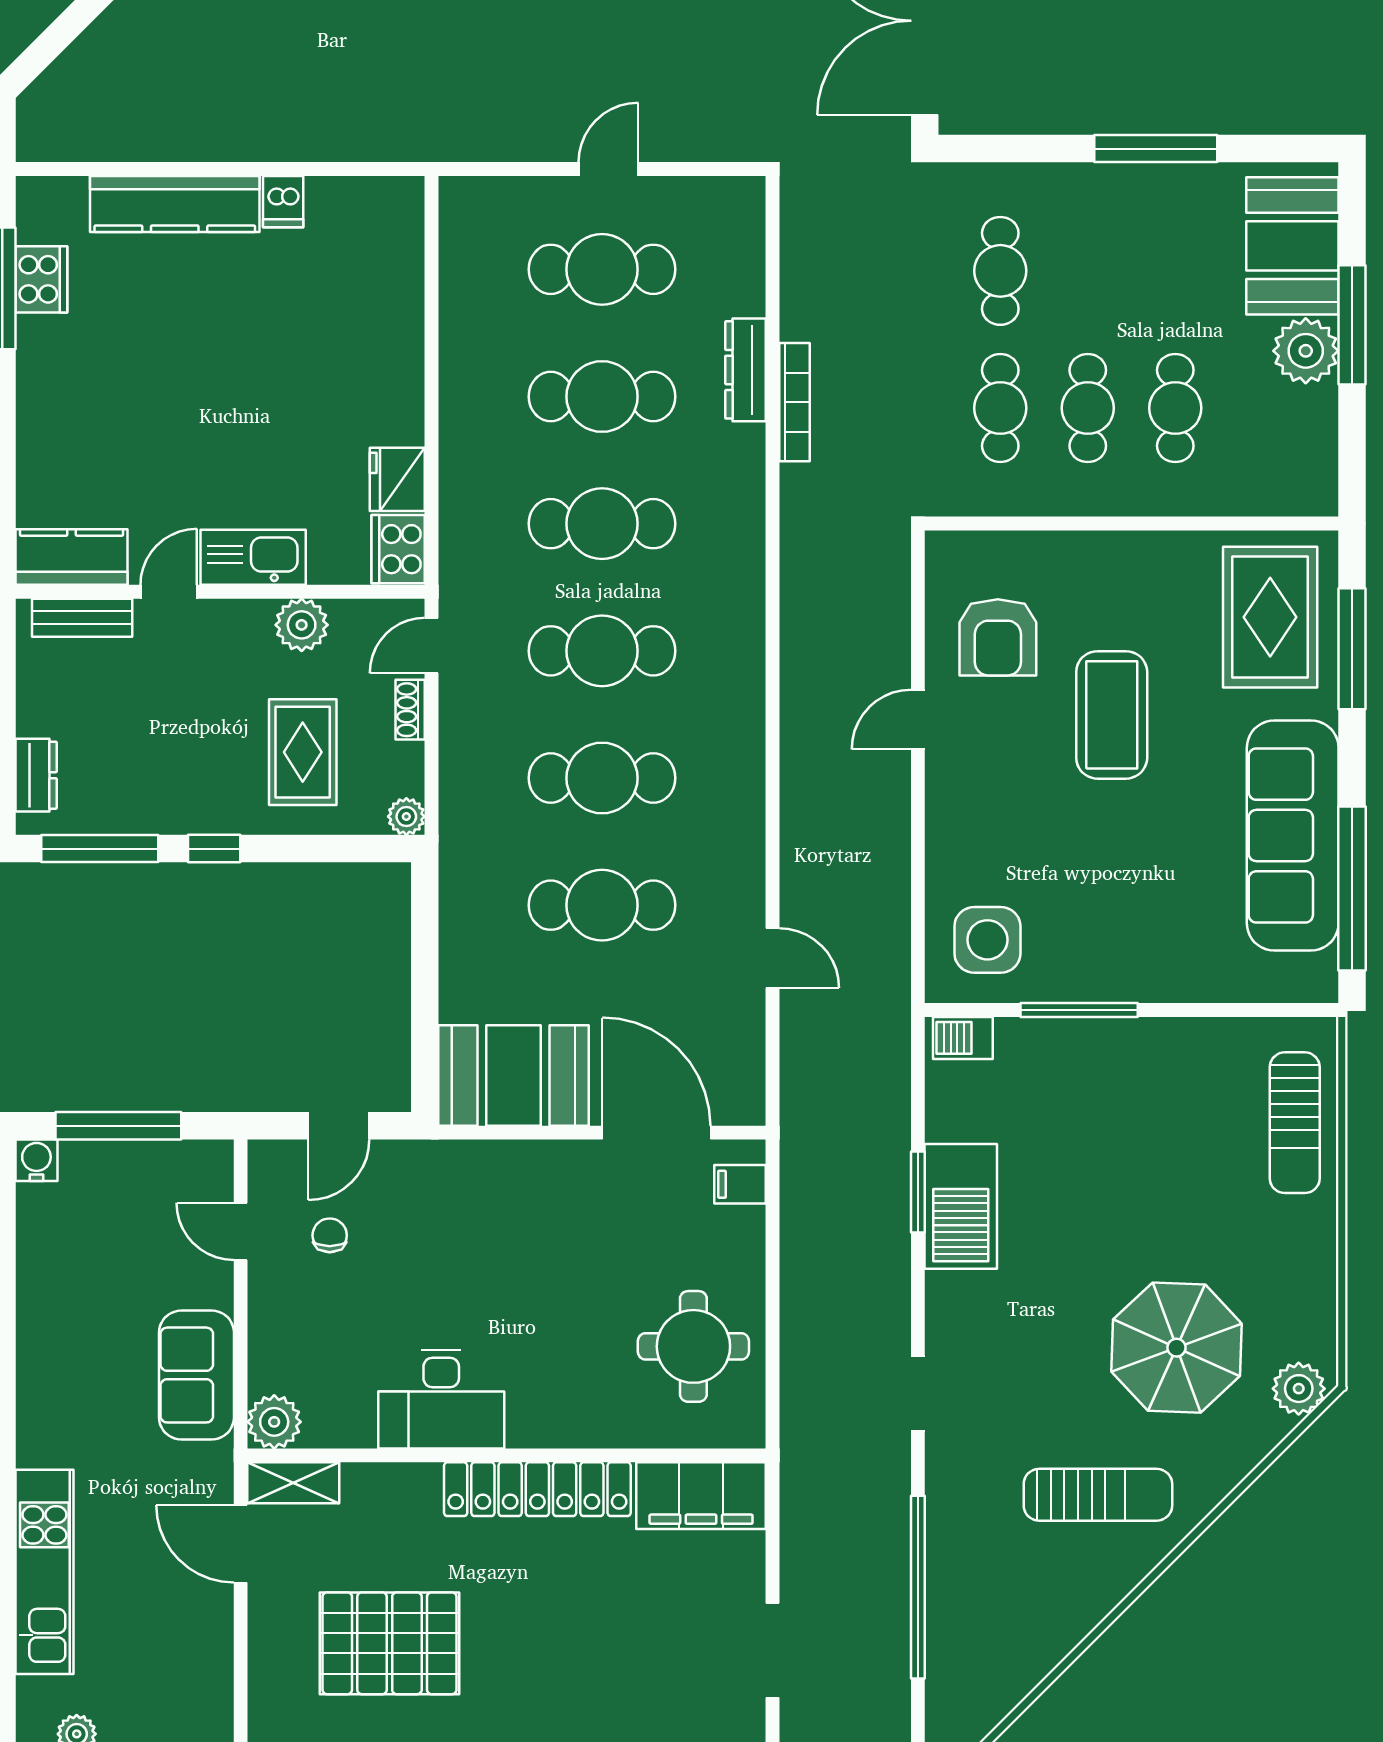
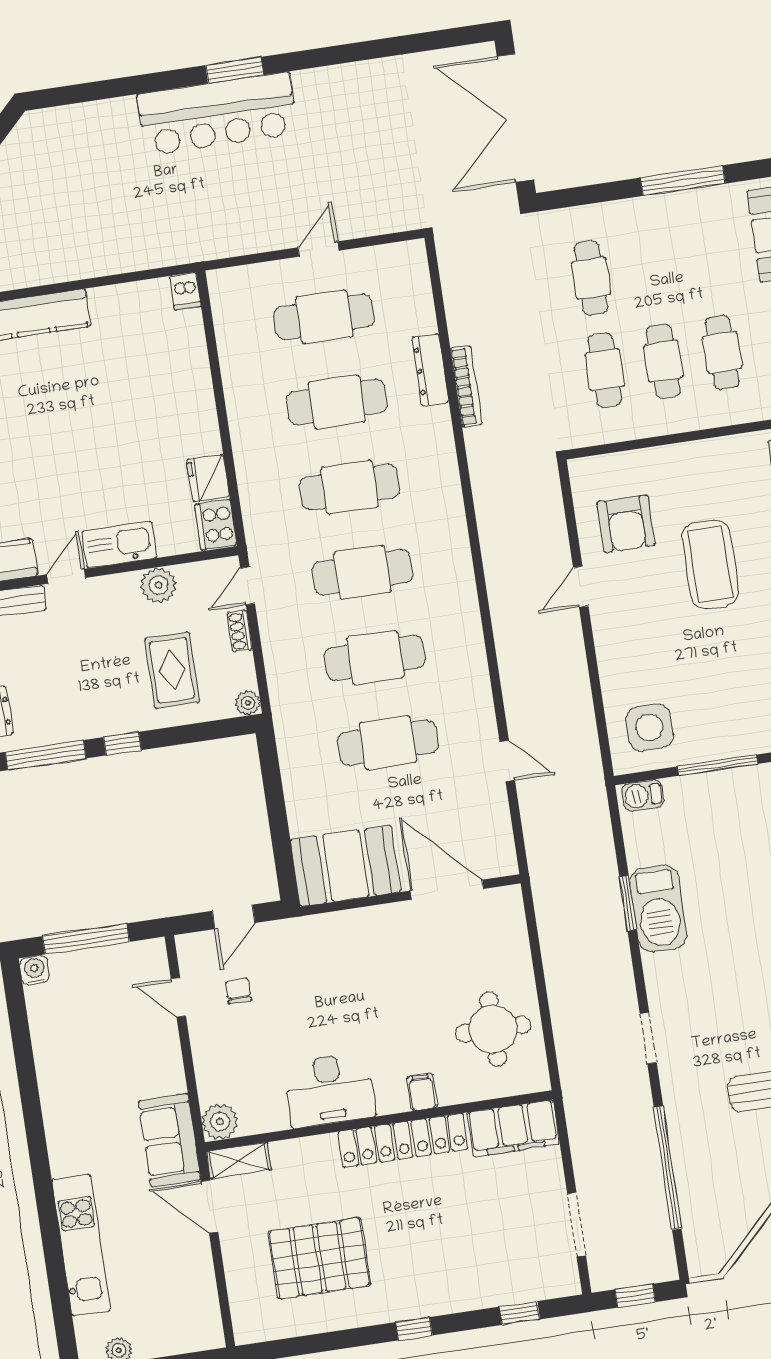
dishwasher: (283, 202) -> (185, 291), moved
filing cabinet: (740, 1184) -> (422, 1092), moved, turned 90
sofa: (196, 1375) -> (170, 1140), moved

